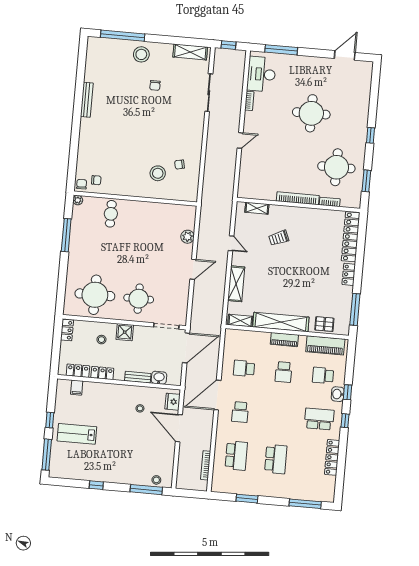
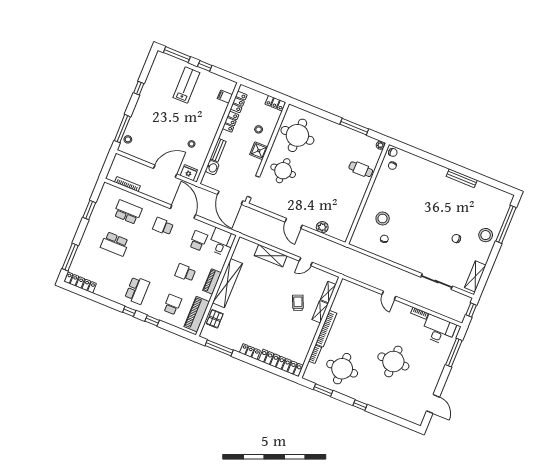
shelving: (240, 321) -> (320, 312), moved
desk: (238, 342) -> (222, 242), added
washbasin: (338, 394) -> (153, 312), removed
school desk: (236, 456) -> (128, 212), turned 180
locker: (332, 457) -> (80, 283), moved

